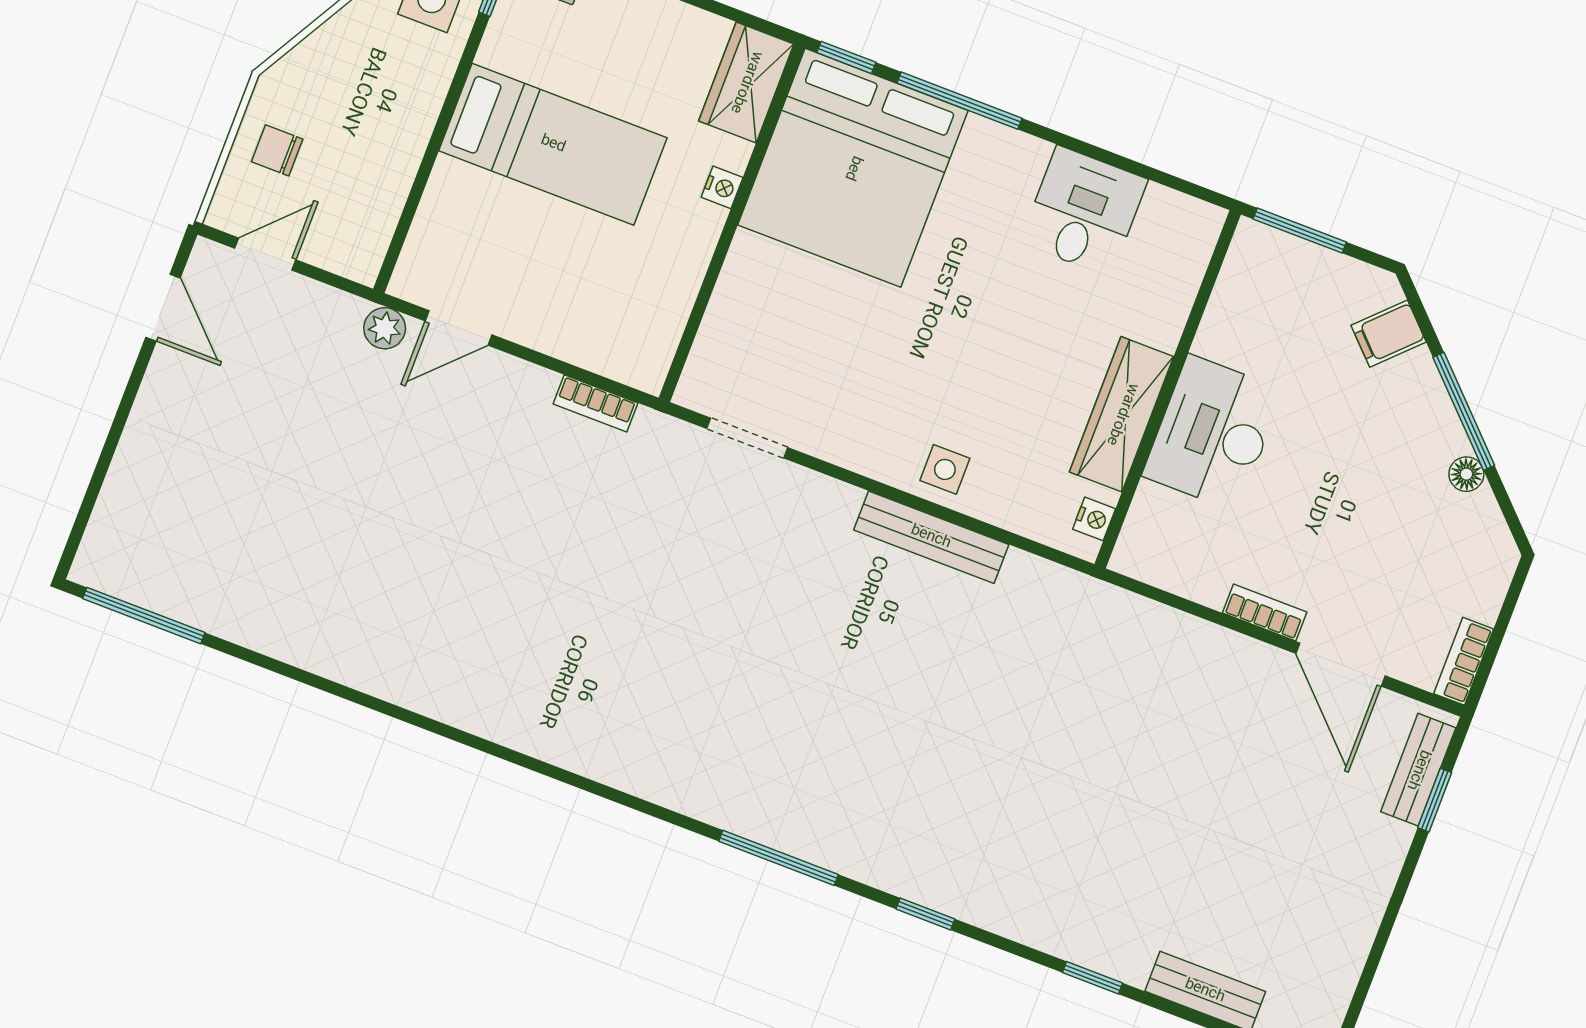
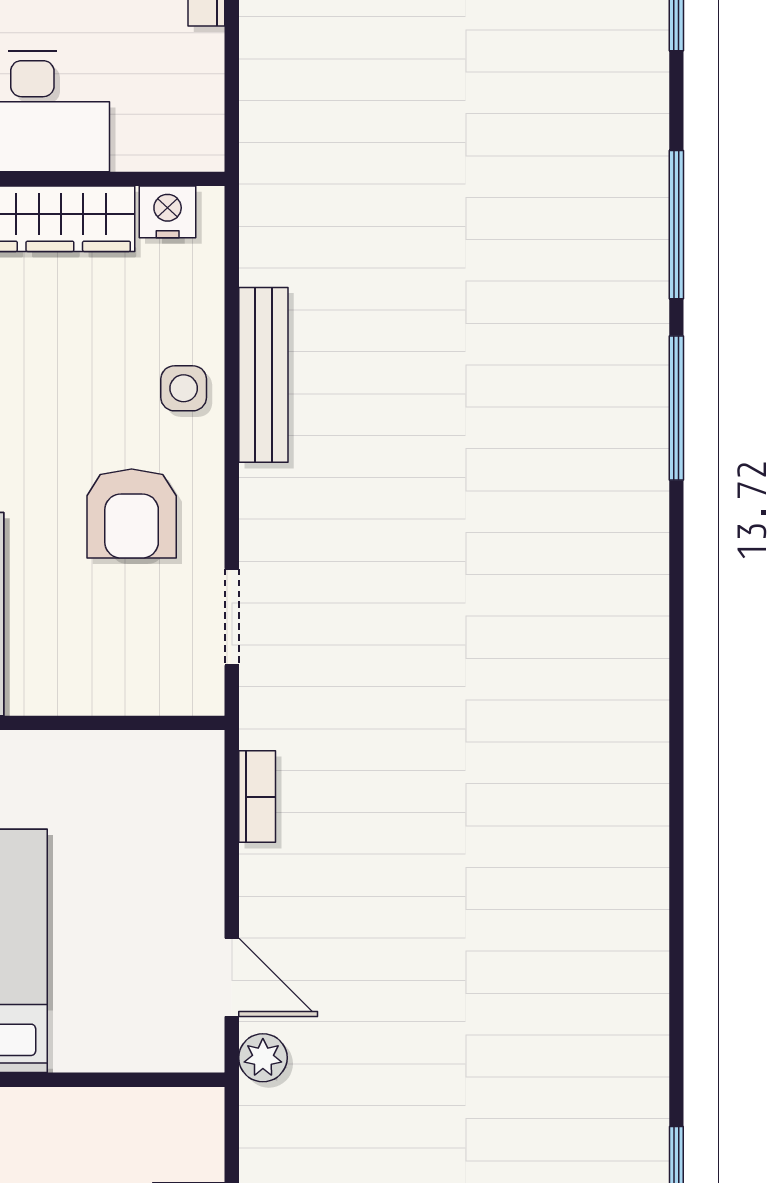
armchair: (861, 389) -> (132, 514), added
nightstand: (1094, 519) -> (168, 212), width x1.39, depth x1.35
window: (925, 914) -> (676, 225), width x2.17

